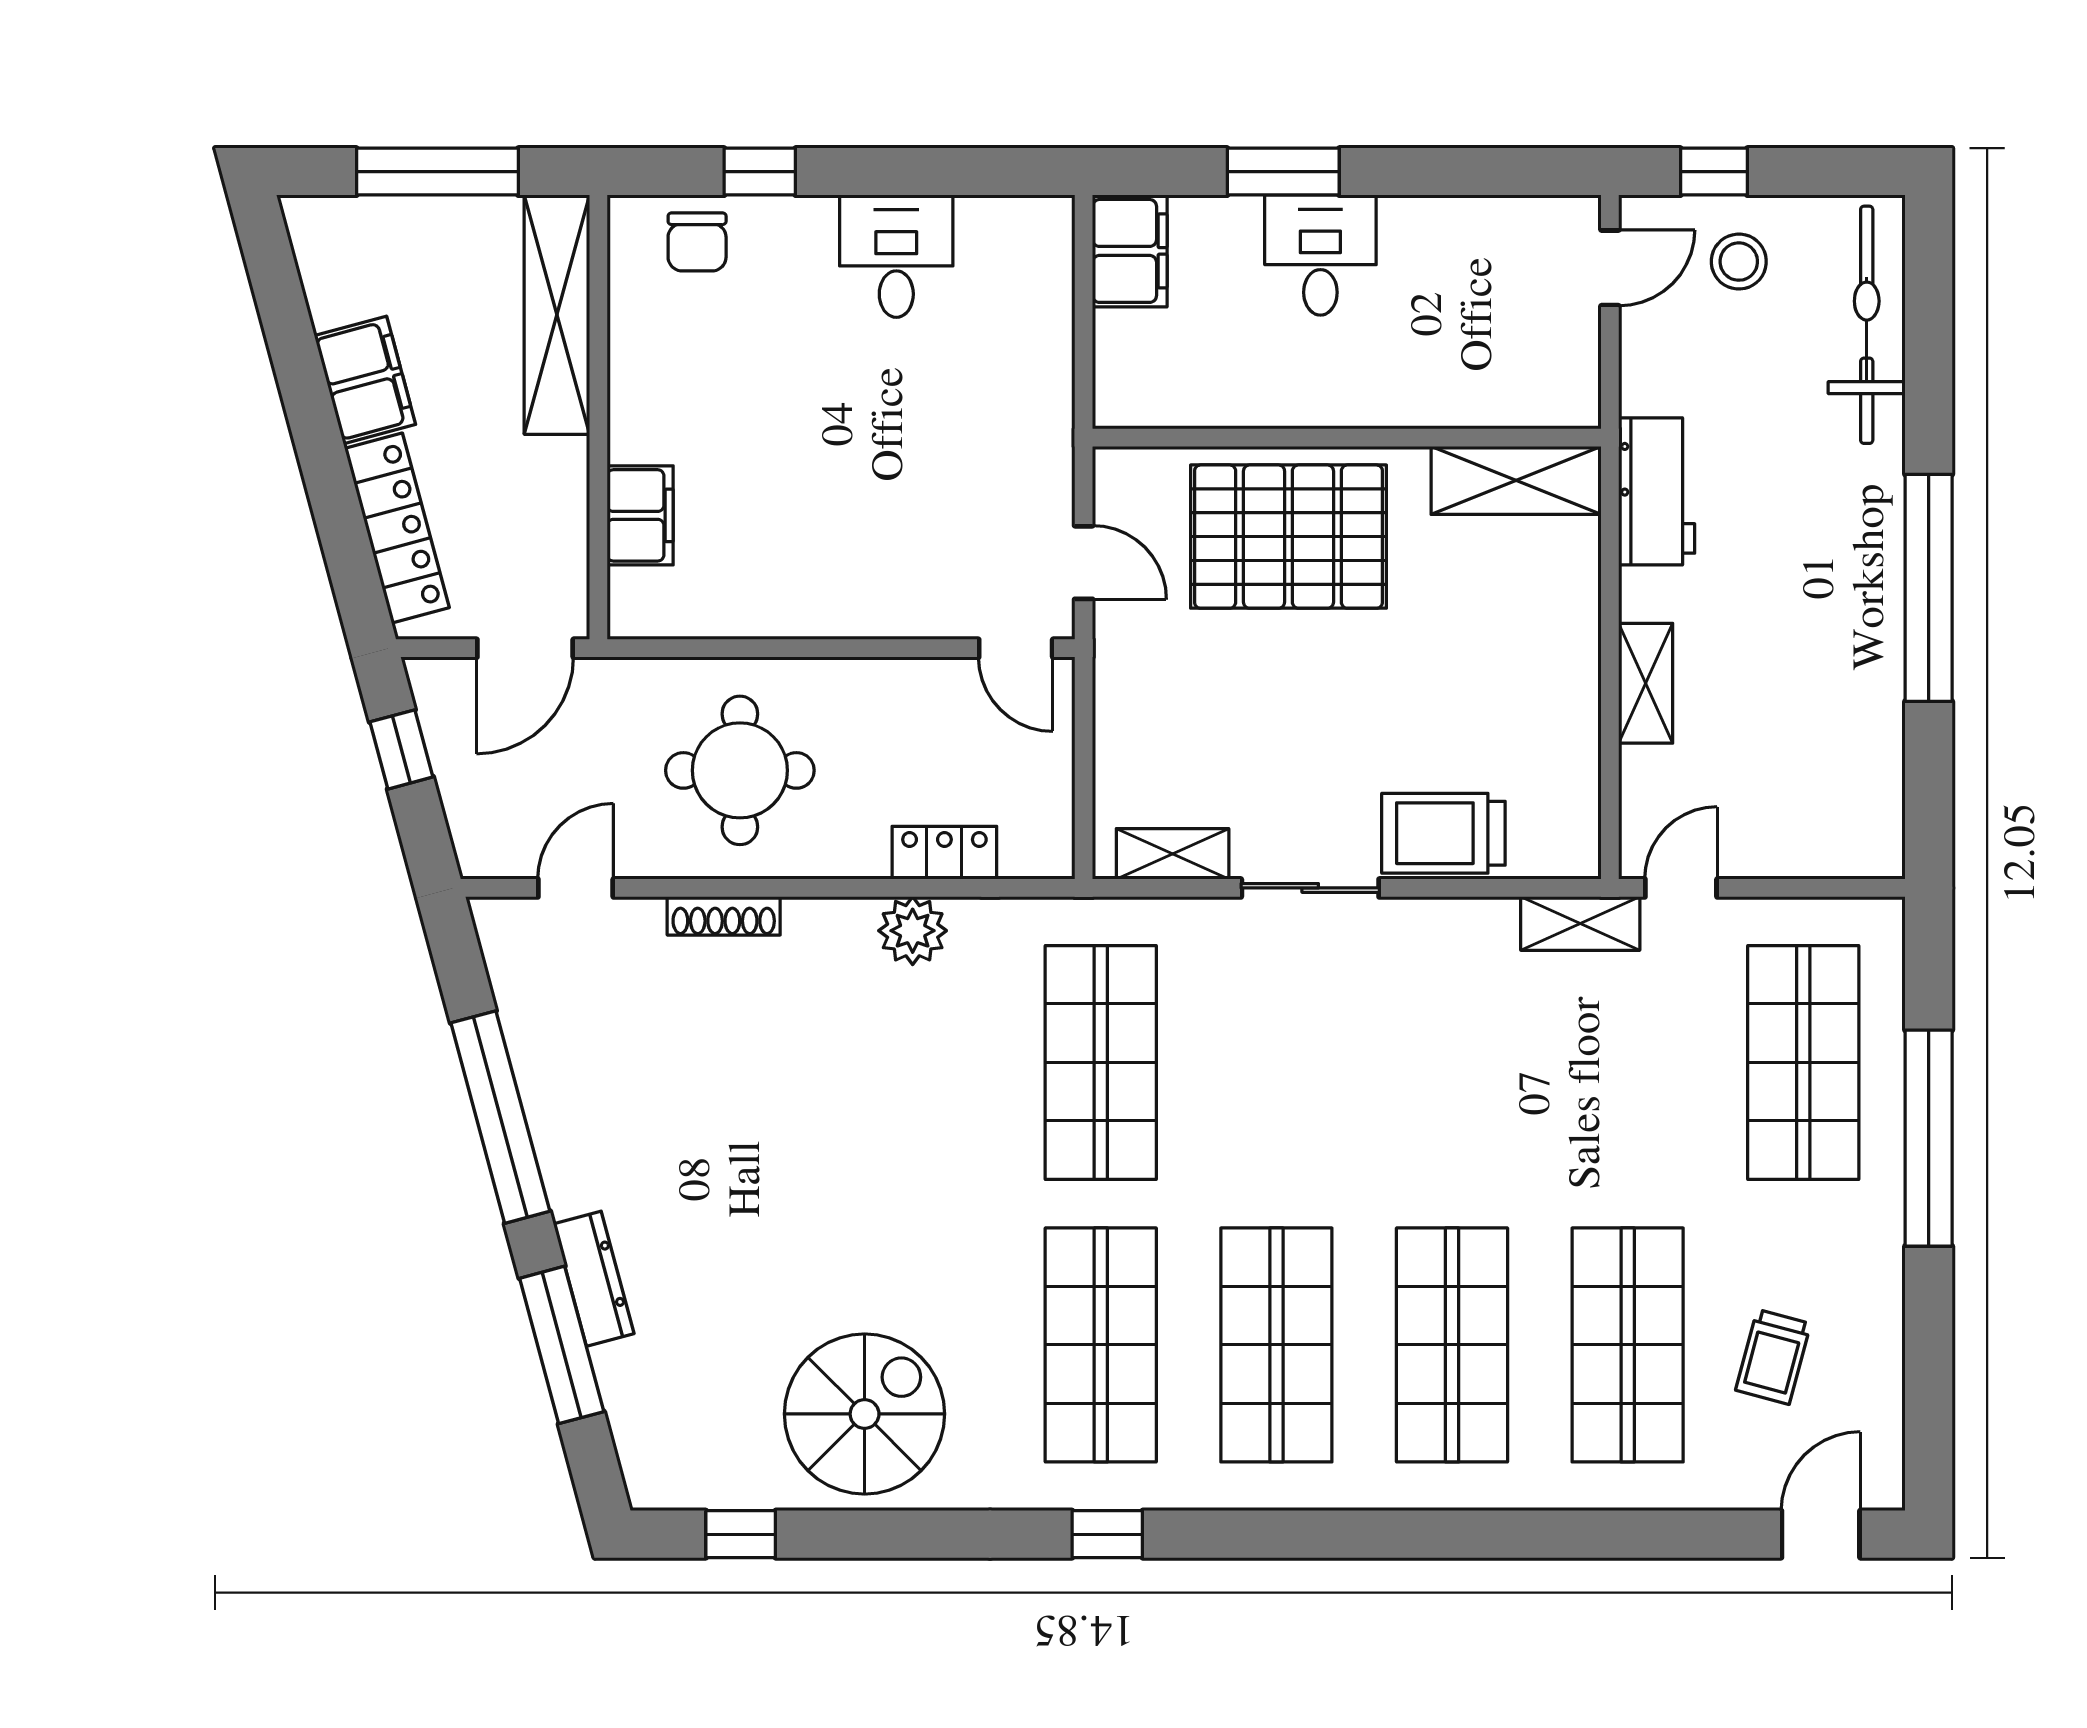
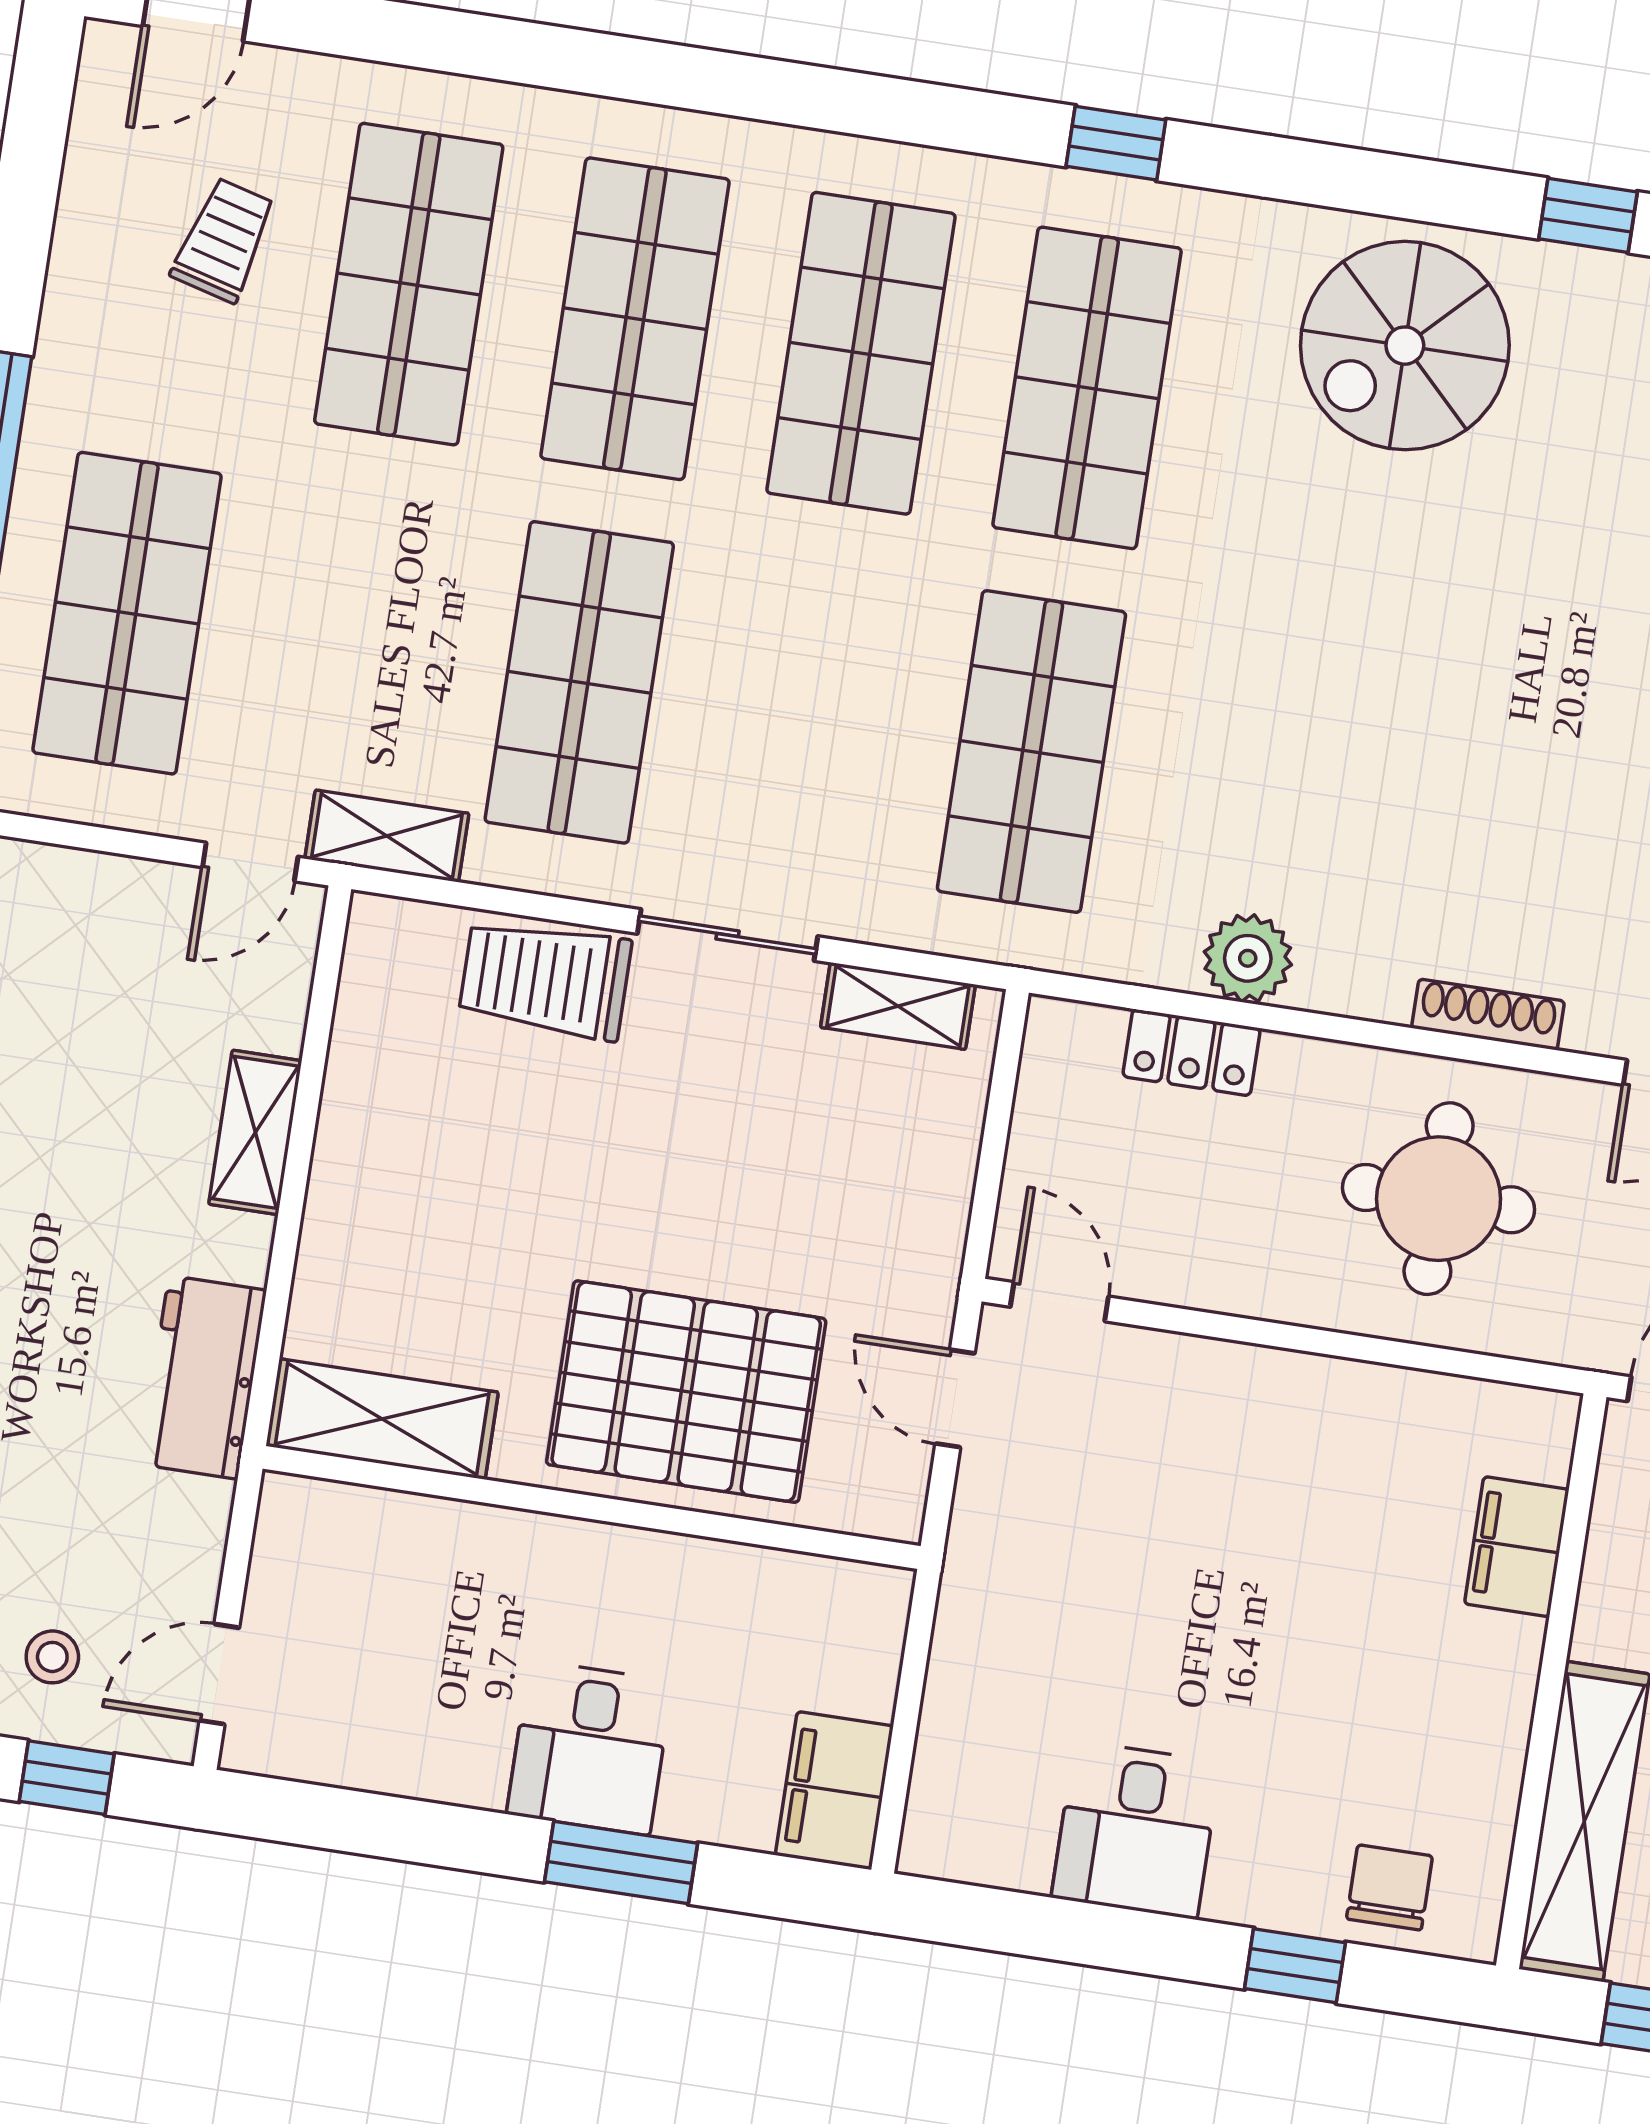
stool: (1739, 262) -> (52, 1657), width x0.73, depth x0.73
trolley: (1443, 833) -> (545, 979), turned 180
shop shelf: (1452, 1062) -> (579, 682), added

